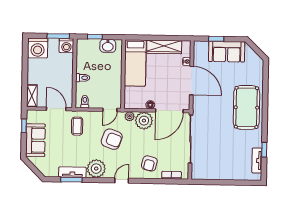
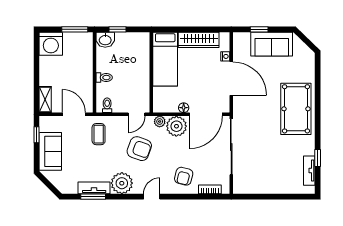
washing machine: (66, 46) -> (85, 40), removed
washbasin: (108, 46) -> (105, 40), moved

